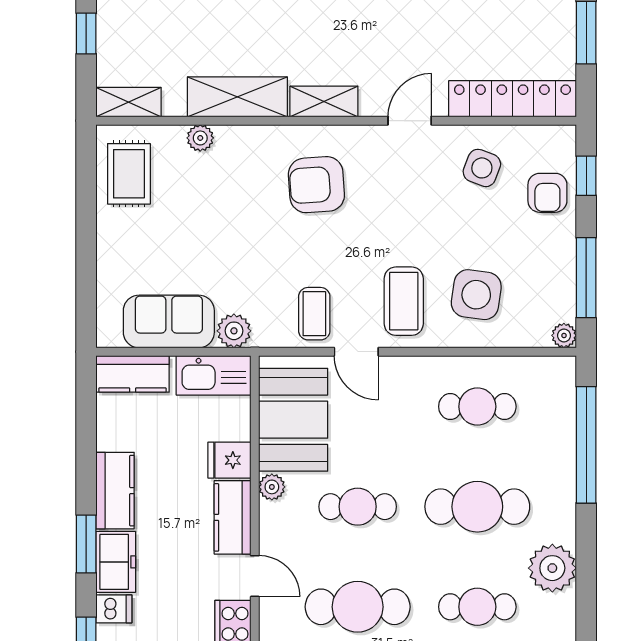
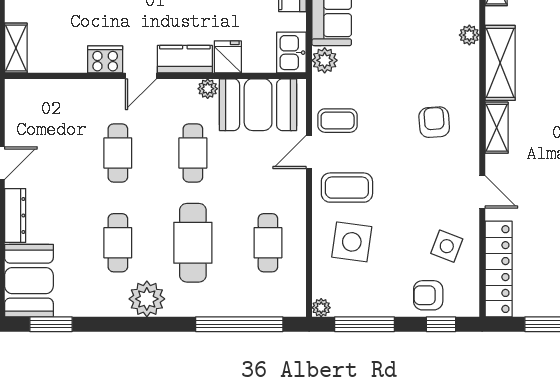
armchair: (316, 185) -> (434, 122), width x0.72, depth x0.72
kitchen sink: (214, 375) -> (291, 53), width x0.73
cafe table: (358, 607) -> (118, 153), width x0.73, depth x0.74

